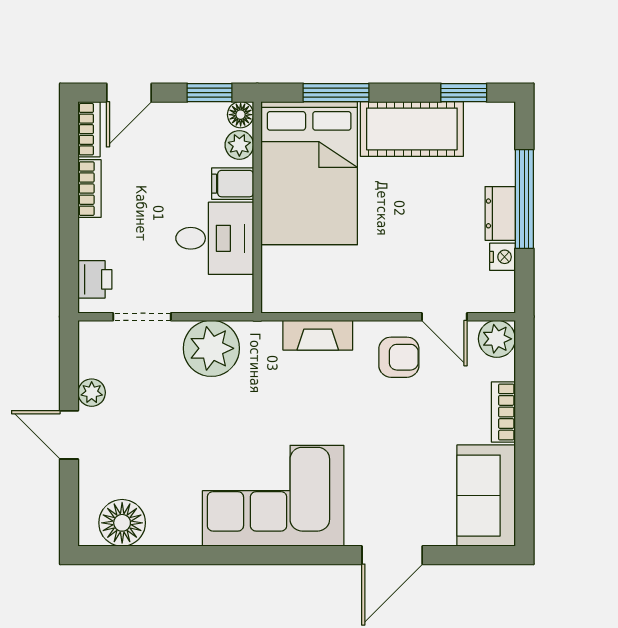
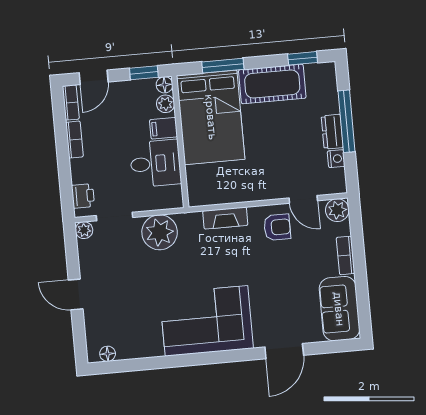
plant: (92, 393) -> (84, 230), moved
floor lamp: (122, 523) -> (108, 354), width x0.53, depth x0.53

